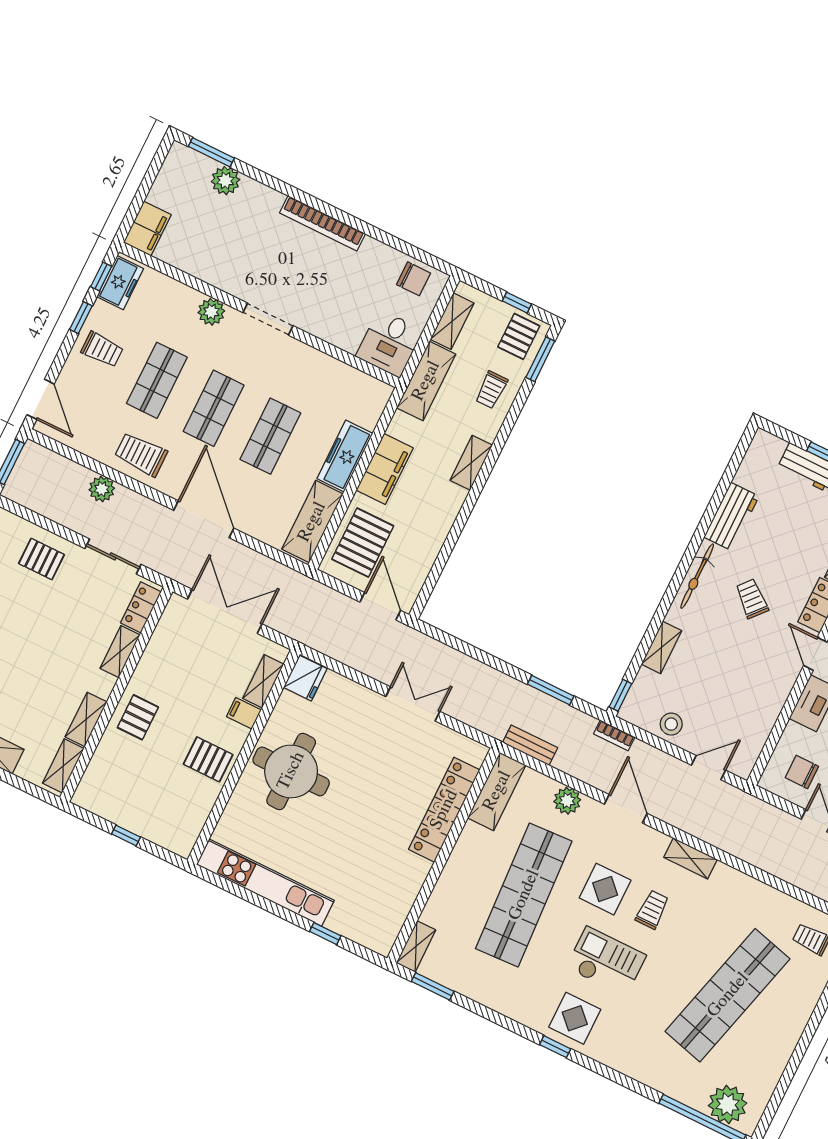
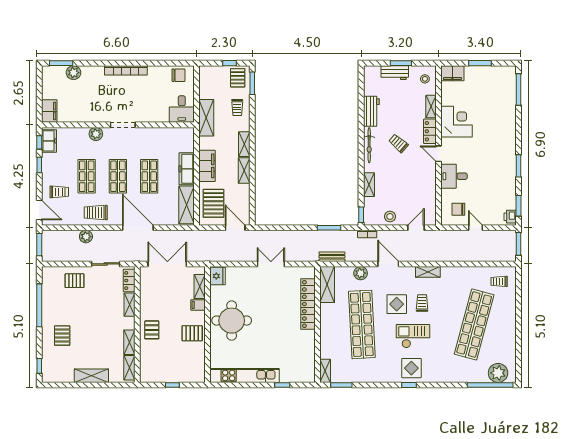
shelving: (452, 321) -> (244, 171), moved
trolley: (102, 349) -> (59, 192), moved

